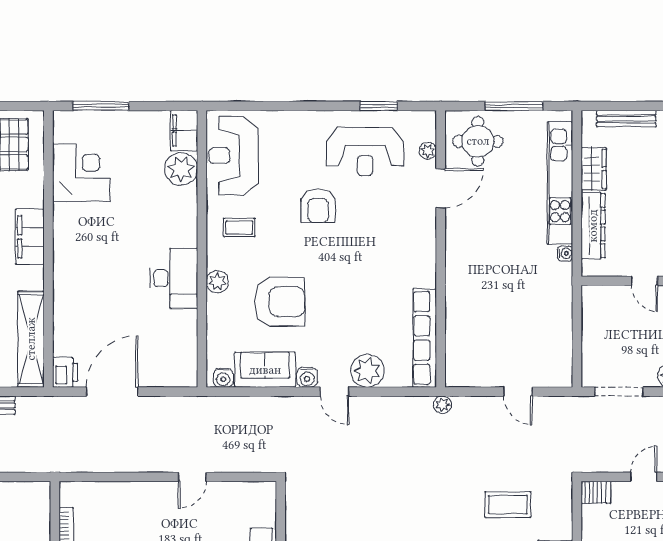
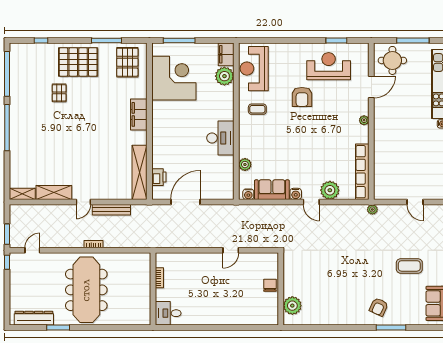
reception desk: (365, 151) -> (329, 66), turned 180
plant: (428, 151) -> (364, 120), moved
corner desk: (81, 173) -> (174, 78), width x1.36, depth x1.36
plant: (217, 282) -> (245, 165), moved
armchair: (280, 302) -> (280, 151), removed
printer: (65, 372) -> (159, 177), moved

